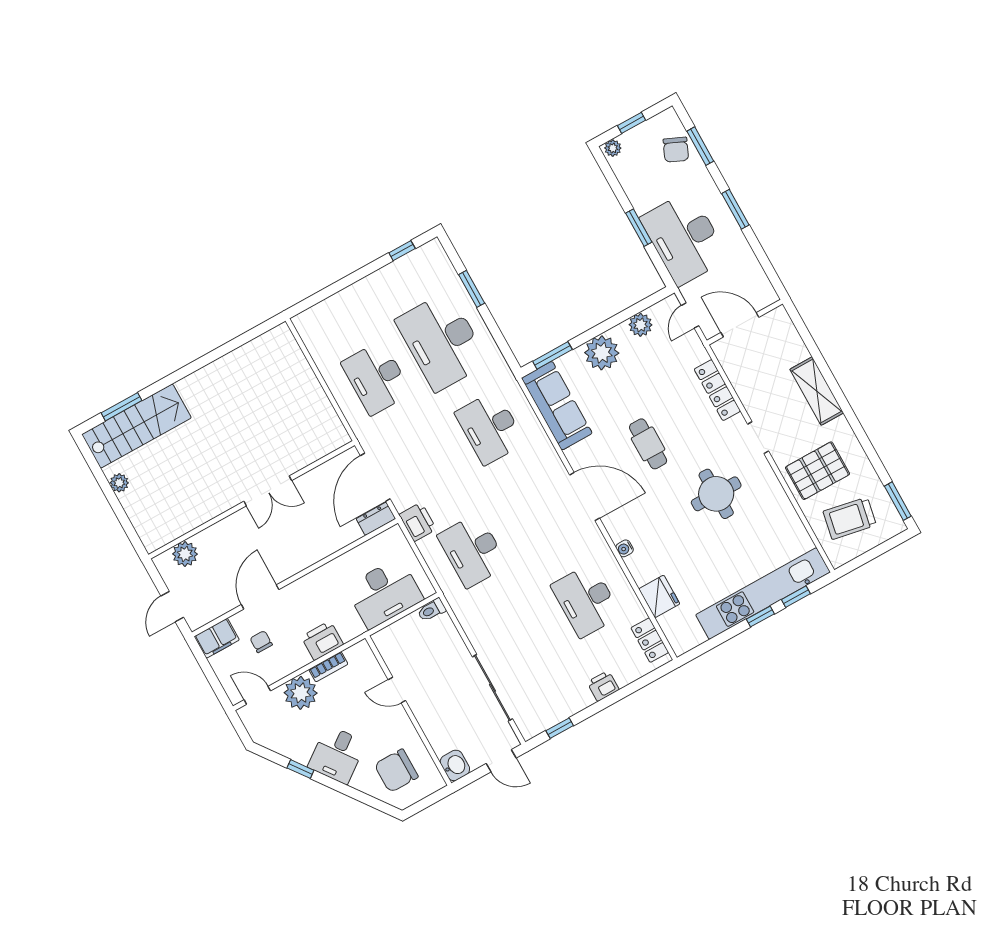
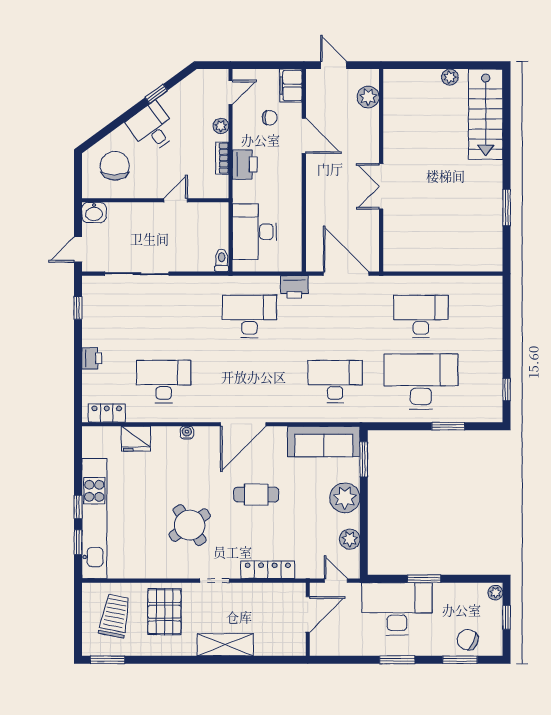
window: (122, 407) -> (507, 208), moved
round table: (716, 494) -> (190, 525), turned -35
dresser: (376, 519) -> (314, 257), removed
plant: (301, 693) -> (221, 126), width x0.53, depth x0.53

